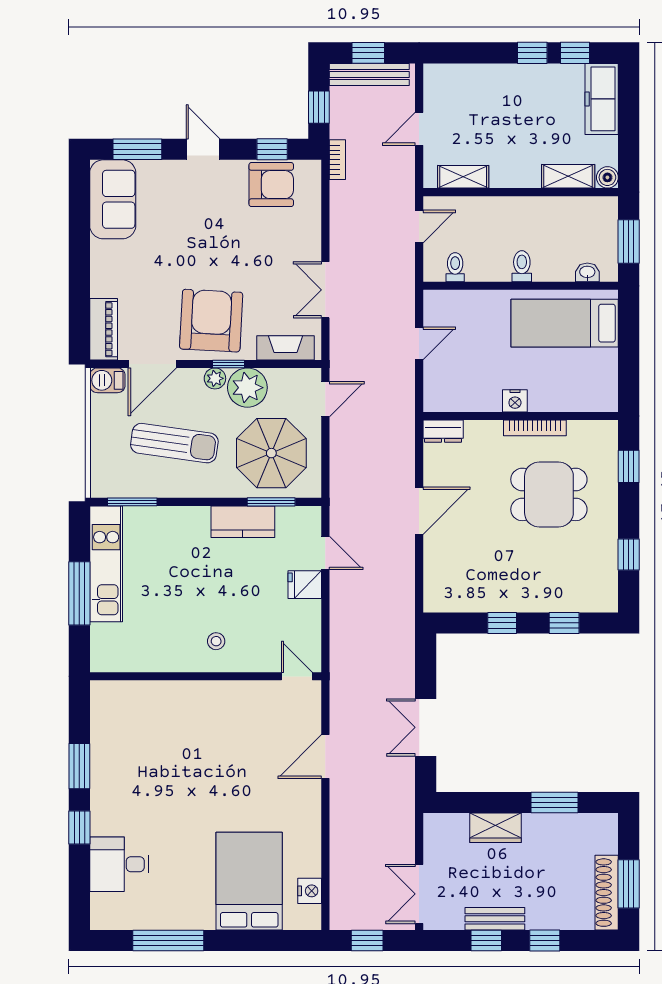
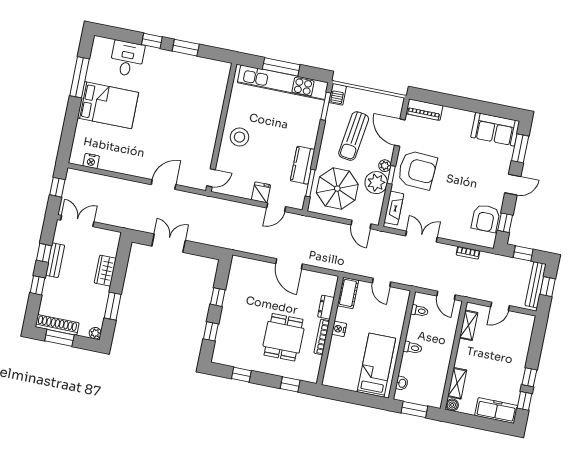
door: (419, 129) -> (500, 306), swing flipped
bookcase: (337, 160) -> (468, 253), moved
barbecue: (107, 380) -> (338, 94), moved, turned 180
cot: (449, 398) -> (348, 293), added
dresser: (443, 431) -> (326, 307), moved
kitchen unit: (106, 564) -> (283, 83), width x1.36
stool: (216, 641) -> (240, 137), width x1.89, depth x1.89
door: (325, 757) -> (164, 185), hinge flipped
plant: (608, 823) -> (95, 333), added
bed: (249, 881) -> (108, 105), moved

